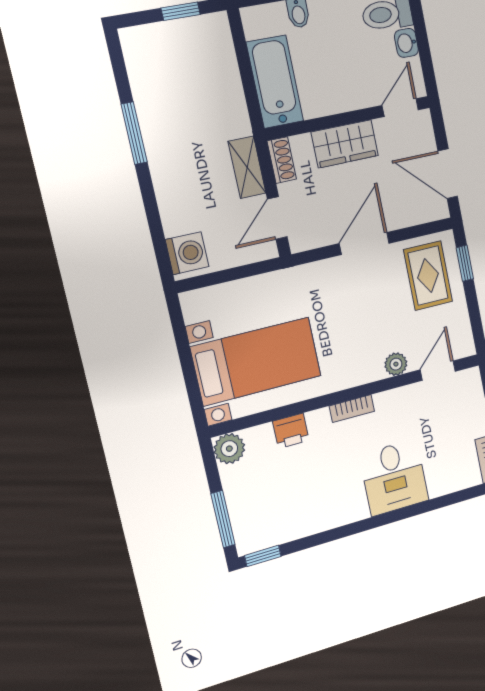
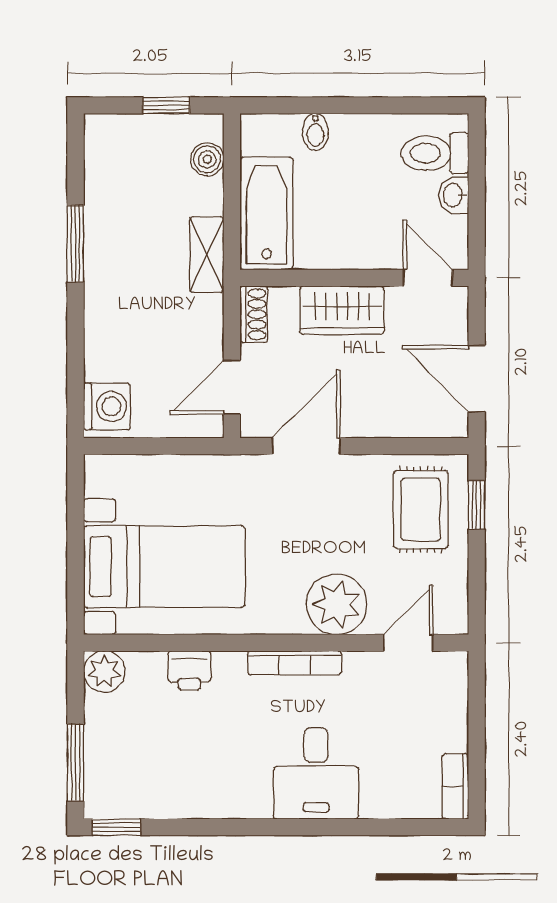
boiler: (222, 48) -> (207, 159), added
door: (400, 108) -> (428, 278), hinge flipped
shelving: (247, 167) -> (207, 255), moved
door: (364, 243) -> (306, 446), moved
plant: (396, 364) -> (337, 604), width x1.88, depth x1.88
bookcase: (352, 409) -> (294, 663), width x1.56

